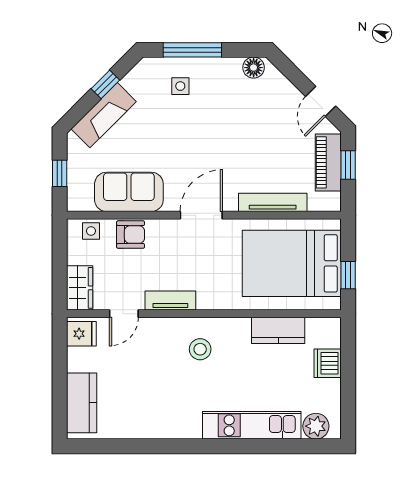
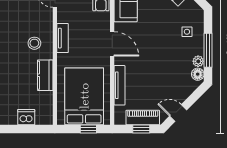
window: (192, 50) -> (208, 50), moved
plant: (231, 67) -> (198, 61), added
window: (348, 275) -> (88, 129), moved
tv unit: (170, 301) -> (63, 38), moved
kitchen counter: (278, 330) -> (45, 75), moved

